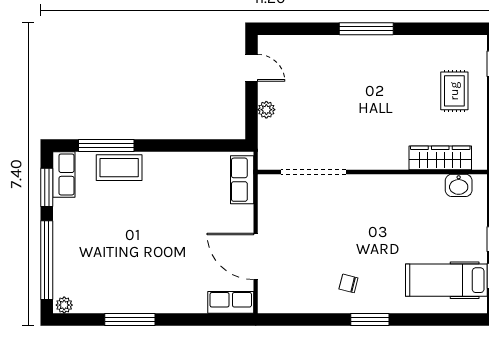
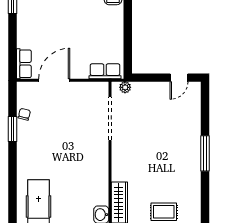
plant: (266, 110) -> (125, 87), moved
chair: (348, 283) -> (24, 114), moved
window: (370, 319) -> (12, 129), moved

